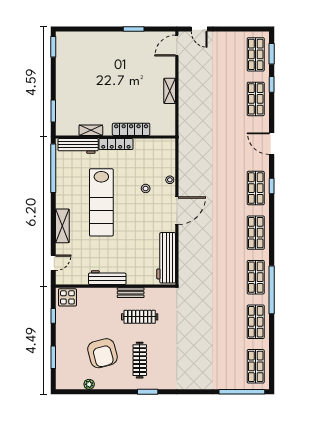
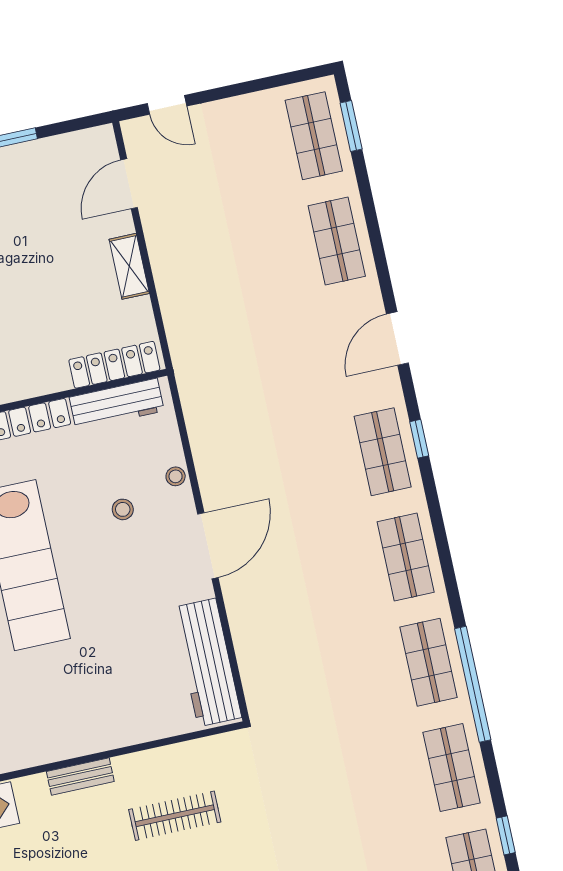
door: (177, 46) -> (129, 184), moved
window: (272, 84) -> (506, 835), moved
locker: (131, 129) -> (114, 365), moved
door: (272, 144) -> (397, 339), hinge flipped
workbench: (107, 278) -> (117, 404), moved, turned 180
bench: (131, 293) -> (80, 776), moved

